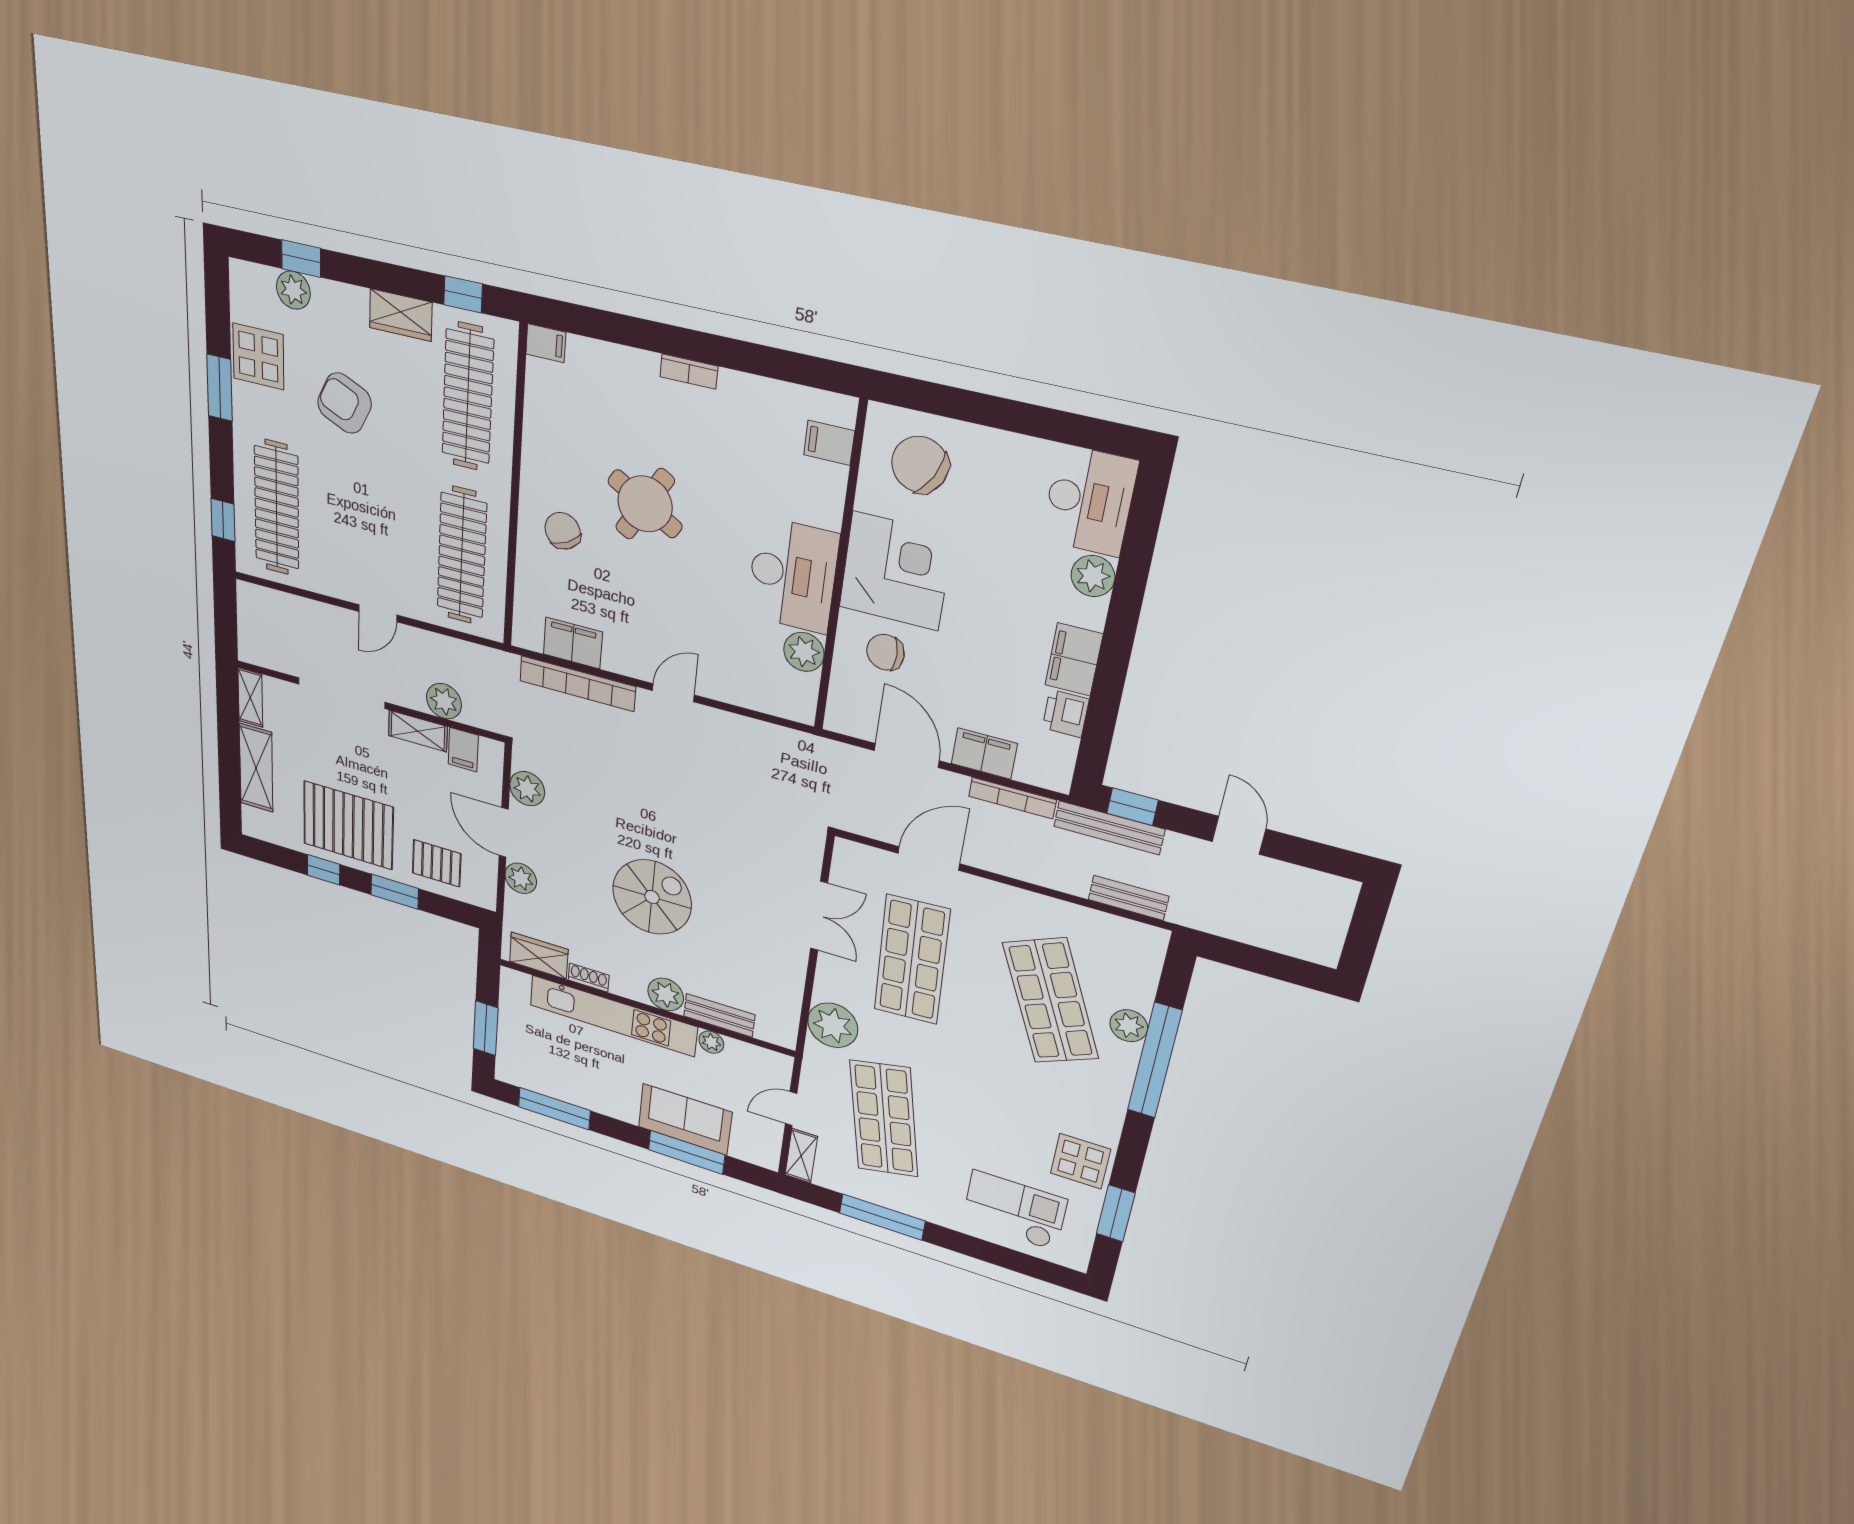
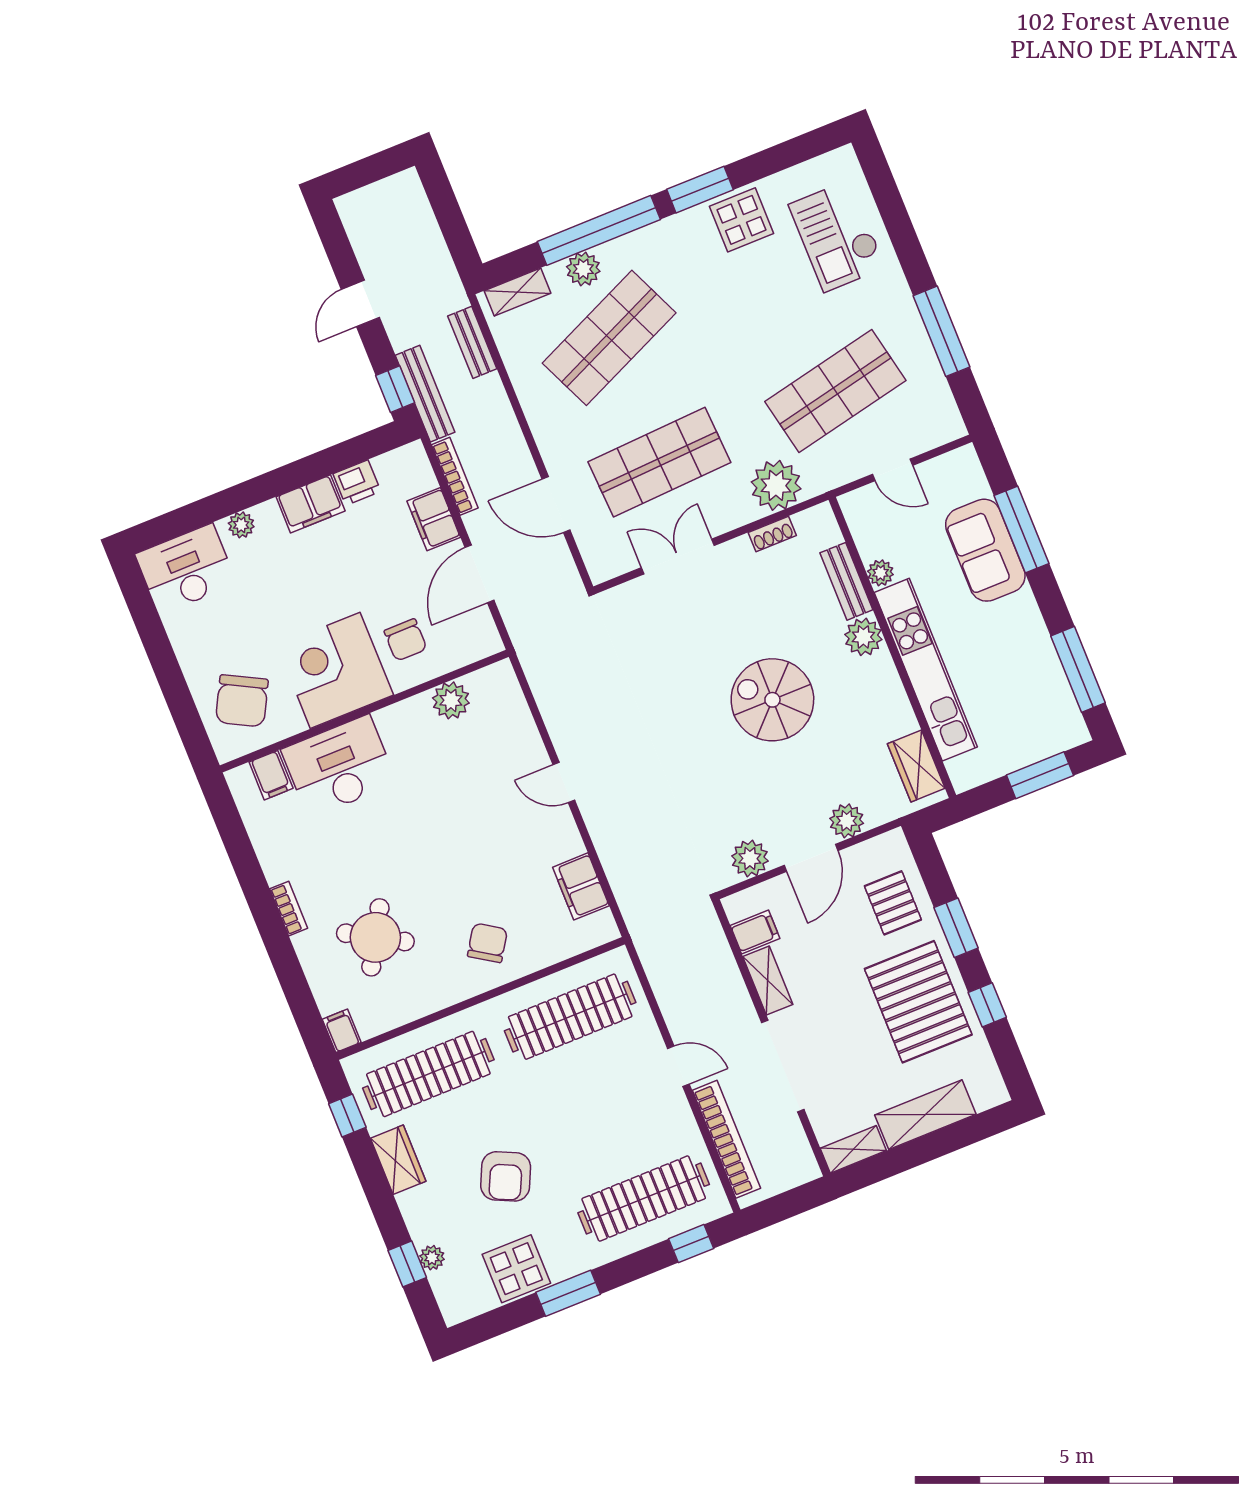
plant: (293, 290) -> (432, 1258), width x0.73, depth x0.73
round table: (645, 504) -> (375, 937), moved
chair: (563, 531) -> (487, 943), turned 151
desk: (793, 575) -> (339, 766), moved
plant: (1093, 576) -> (241, 525), width x0.73, depth x0.73
bookcase: (577, 684) -> (726, 1139), moved
plant: (444, 701) -> (720, 971), removed
shoe rack: (589, 978) -> (772, 534), moved, turned -90
shelving: (801, 1156) -> (518, 292), moved
window: (1116, 1213) -> (700, 190), moved

